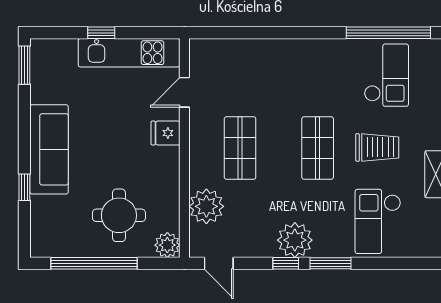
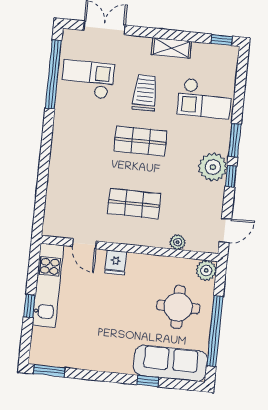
sofa: (49, 149) -> (170, 363), moved
plant: (206, 206) -> (178, 242), width x0.53, depth x0.53

